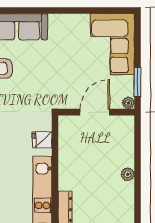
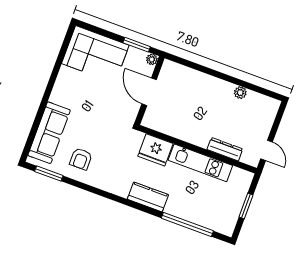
fridge: (42, 140) -> (155, 150), width x1.88, depth x1.34
plant: (128, 174) -> (240, 93), moved

